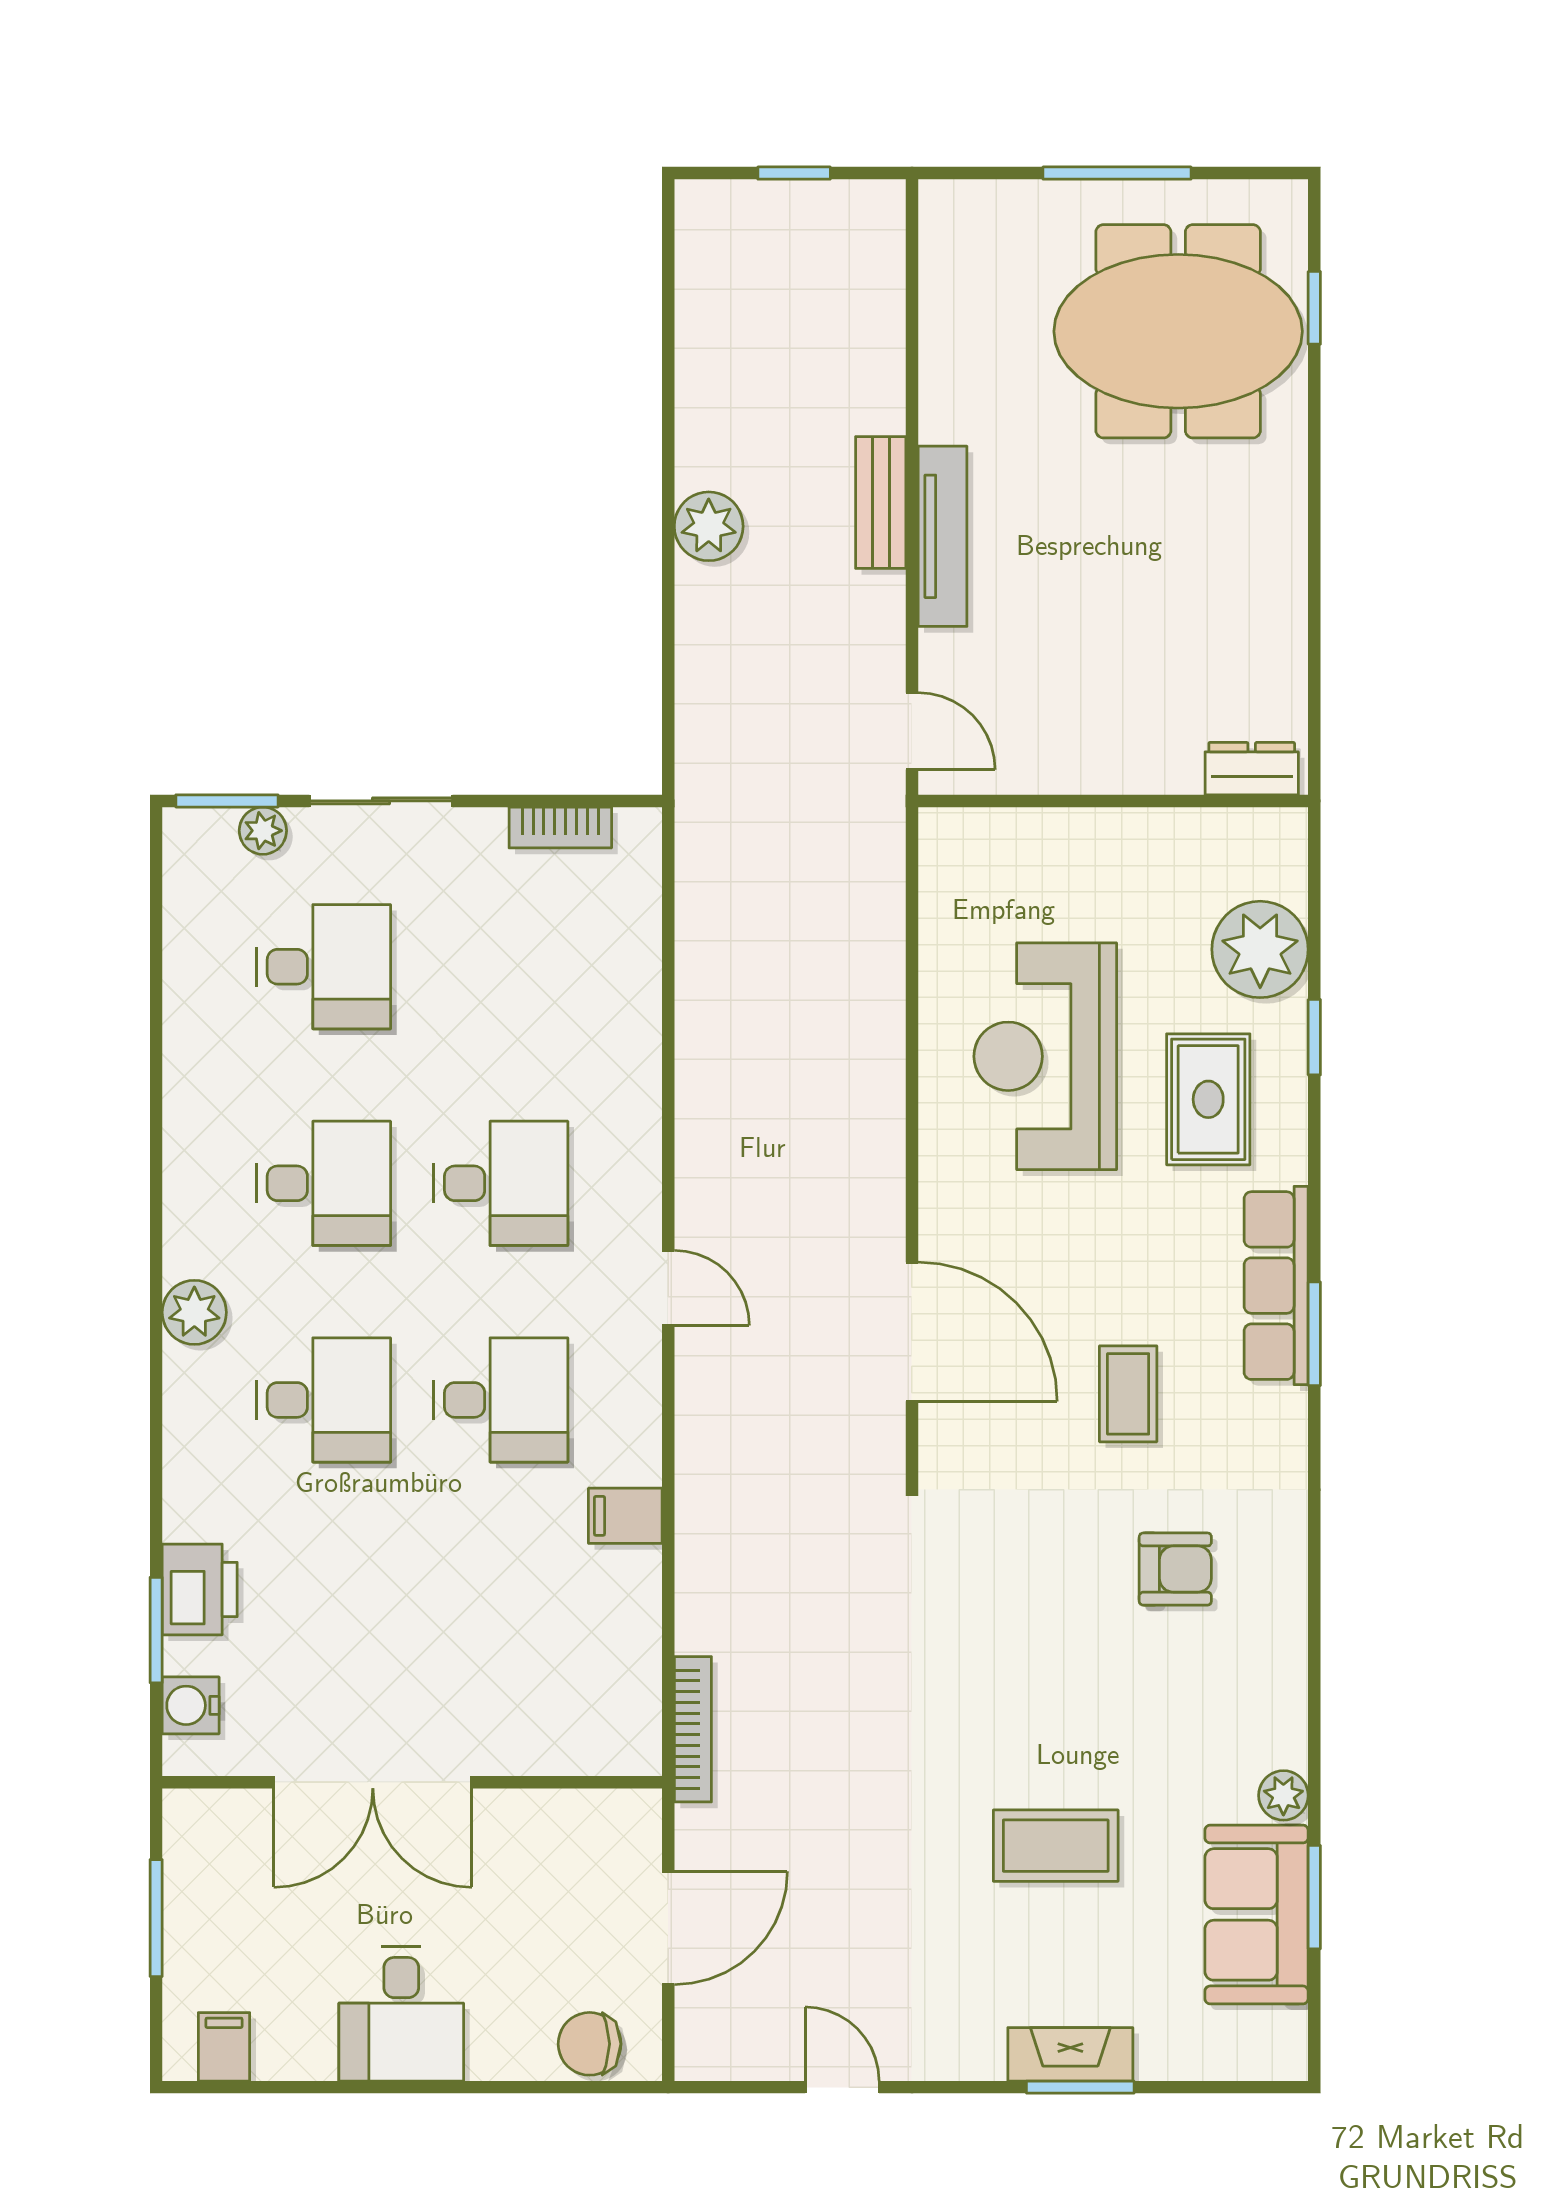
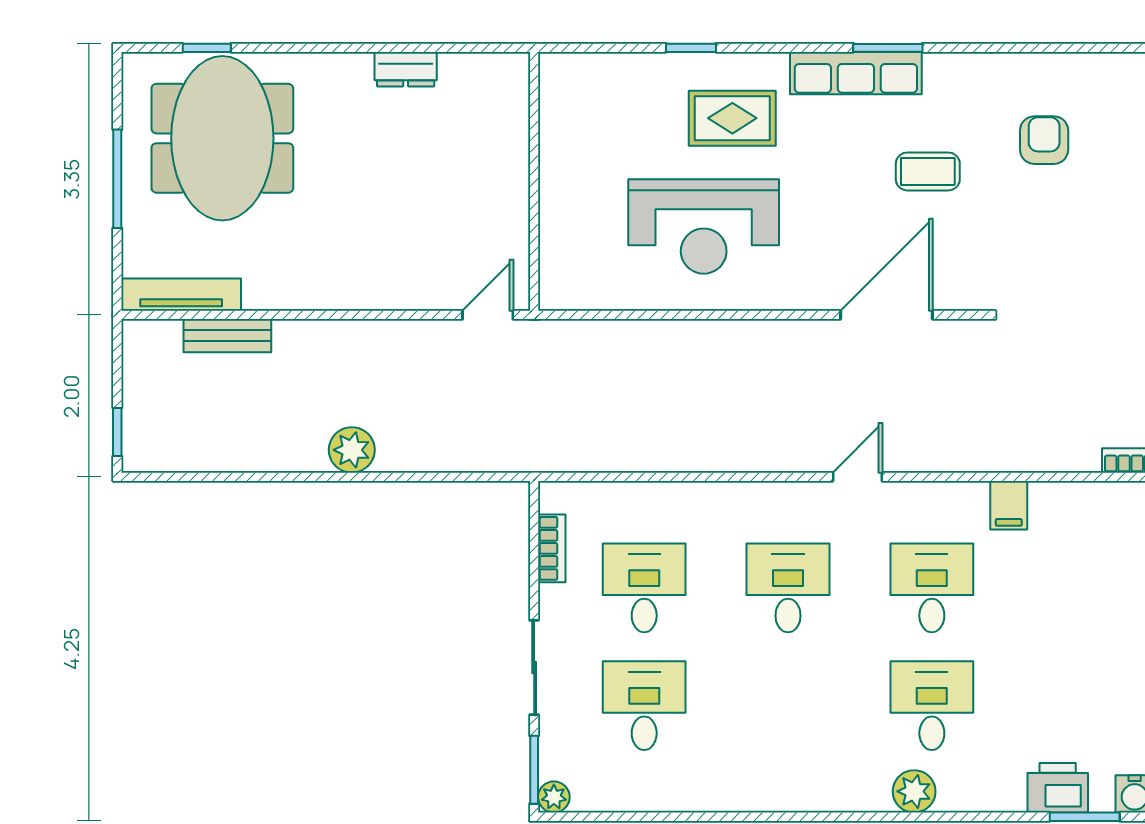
window: (794, 173) -> (117, 432), moved
bench: (881, 502) -> (227, 336), moved
tv unit: (942, 536) -> (181, 295), moved
dresser: (1252, 769) -> (406, 69), moved, turned -90
plant: (263, 831) -> (554, 797), moved
plant: (1260, 949) -> (633, 84), removed
desk: (323, 1183) -> (644, 588), moved
plant: (194, 1312) -> (914, 791), moved

